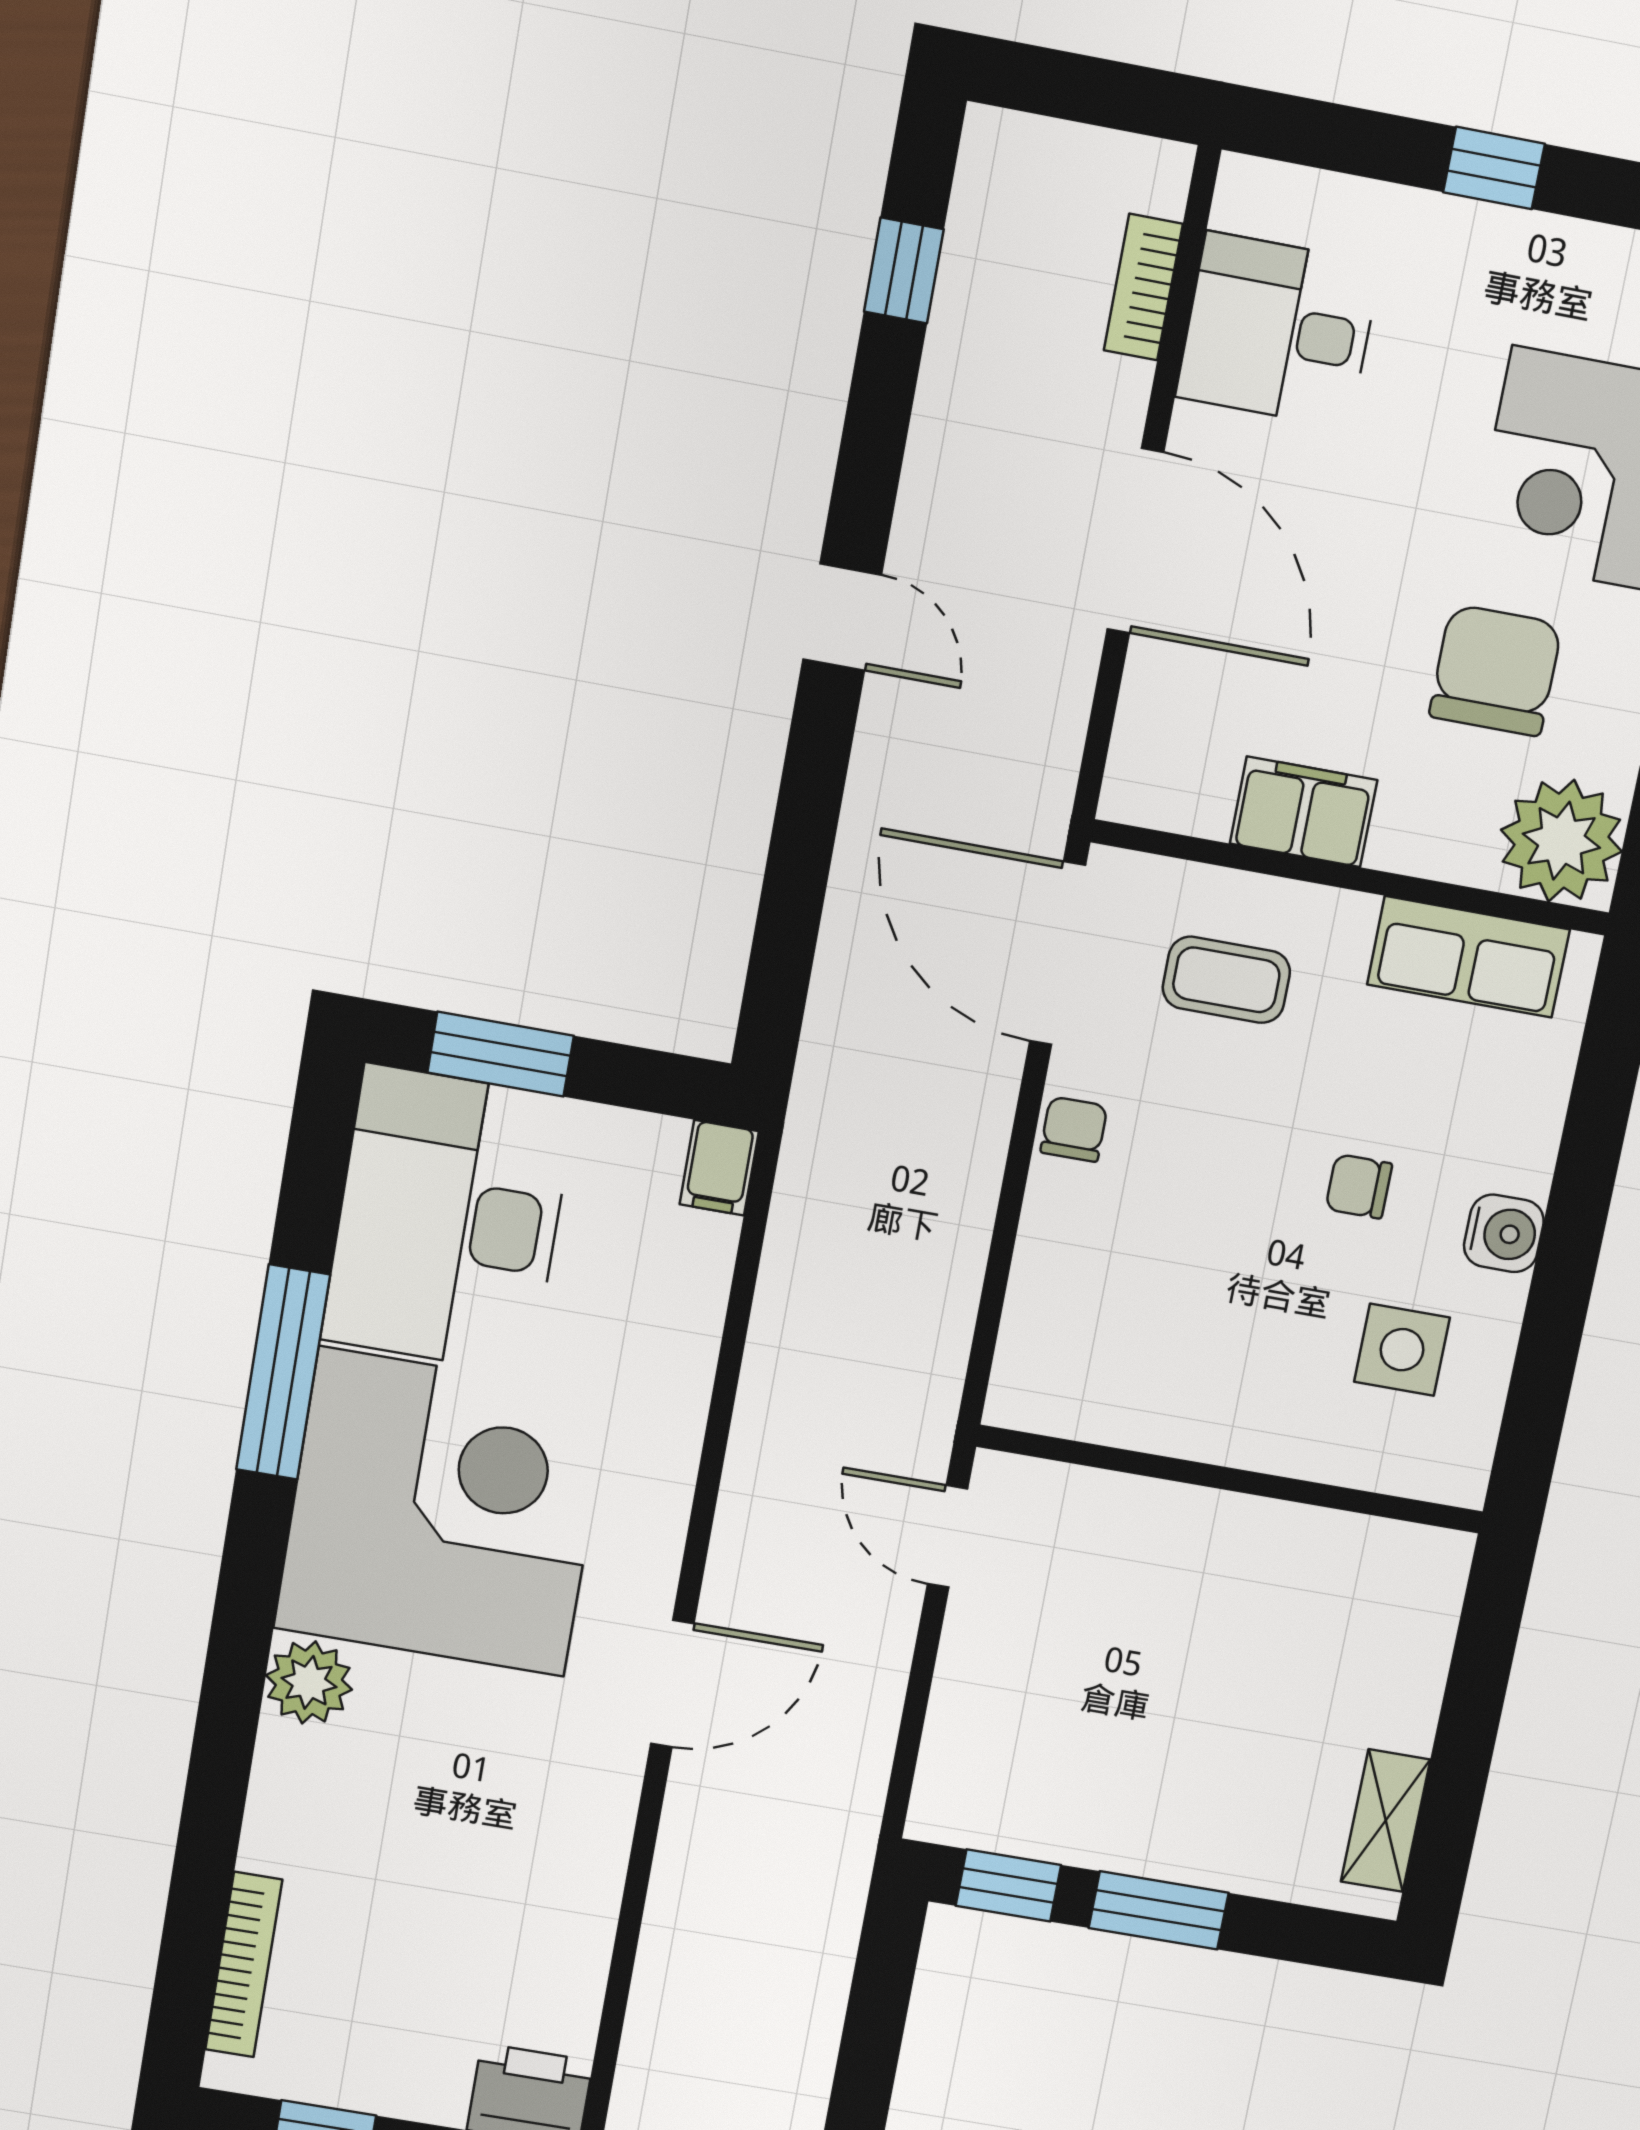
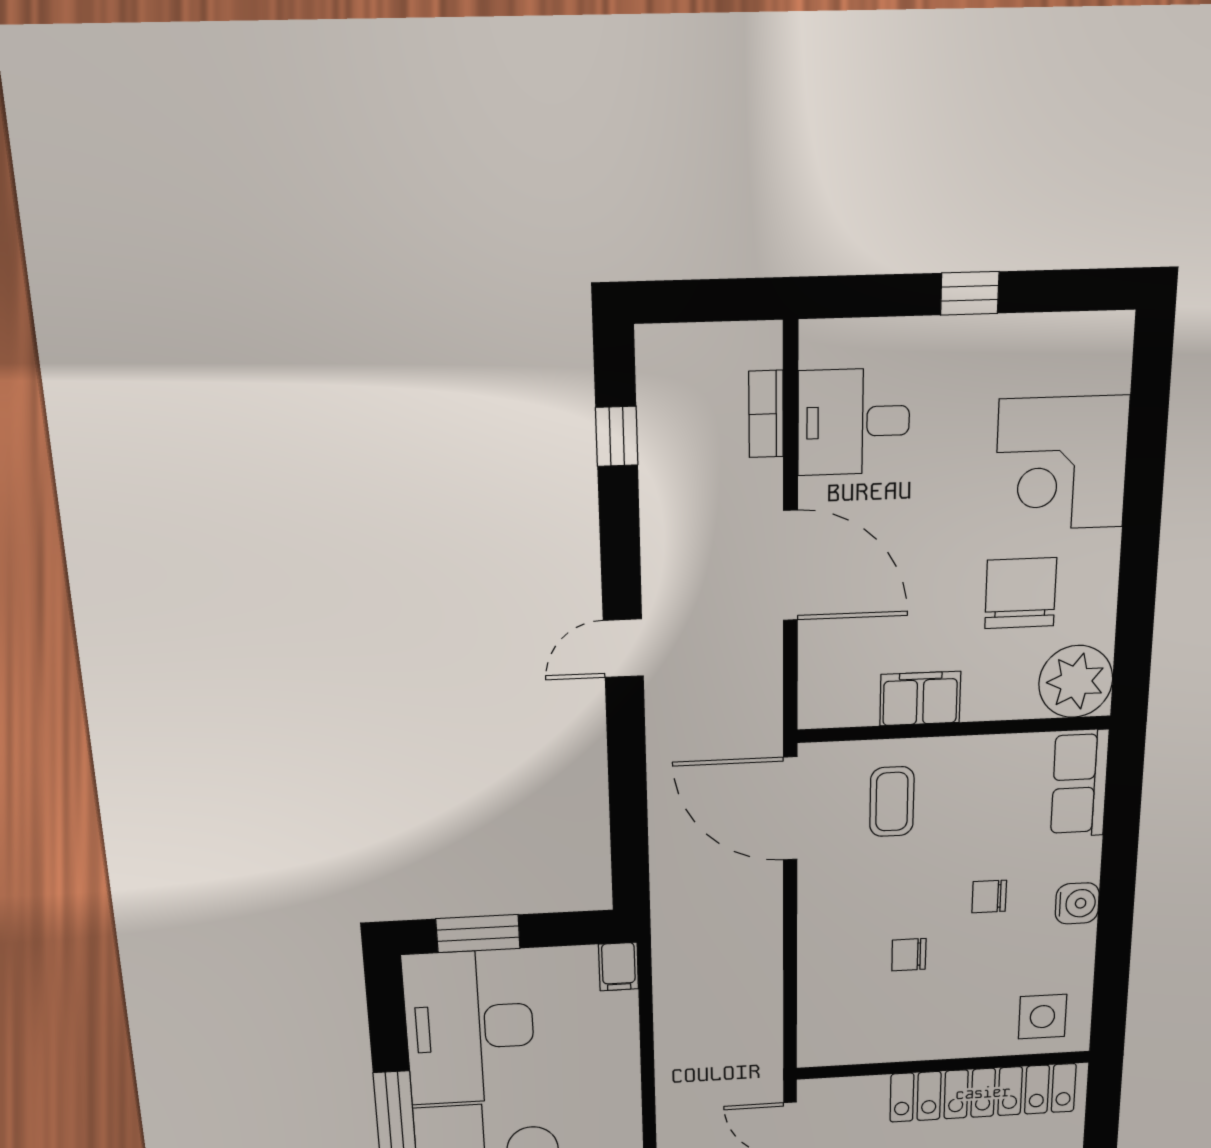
door: (842, 617) -> (623, 648), swing flipped
row of seats: (1468, 957) -> (1080, 784), moved, turned 90
coffee table: (1226, 980) -> (892, 802), turned 90
chair: (1074, 1129) -> (909, 955), moved, turned -90
side table: (1402, 1350) -> (1042, 1017), moved
locker: (1289, 1547) -> (983, 1093), added

